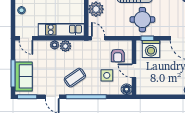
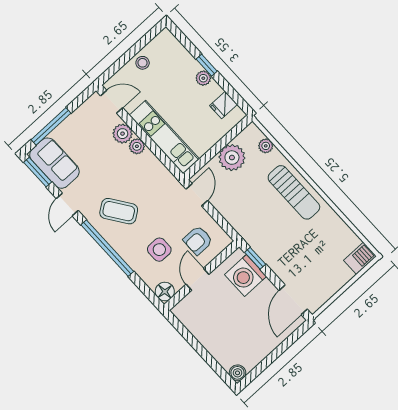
round table: (142, 20) -> (273, 230), removed
door: (26, 38) -> (112, 102), swing flipped
plant: (65, 46) -> (123, 134), moved
sofa: (24, 76) -> (54, 163), moved, turned -90

